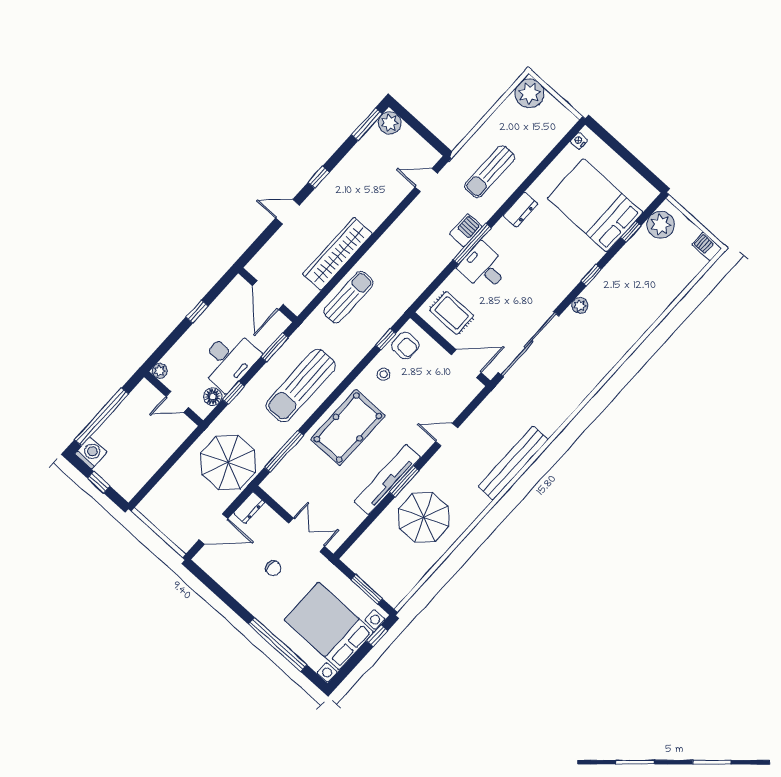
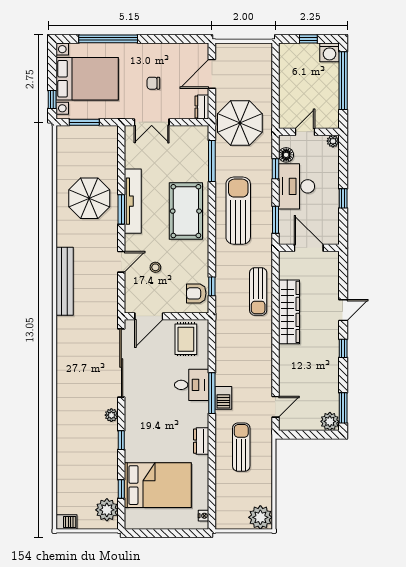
rug: (452, 313) -> (186, 339), turned 90
stool: (384, 374) -> (155, 267), moved

